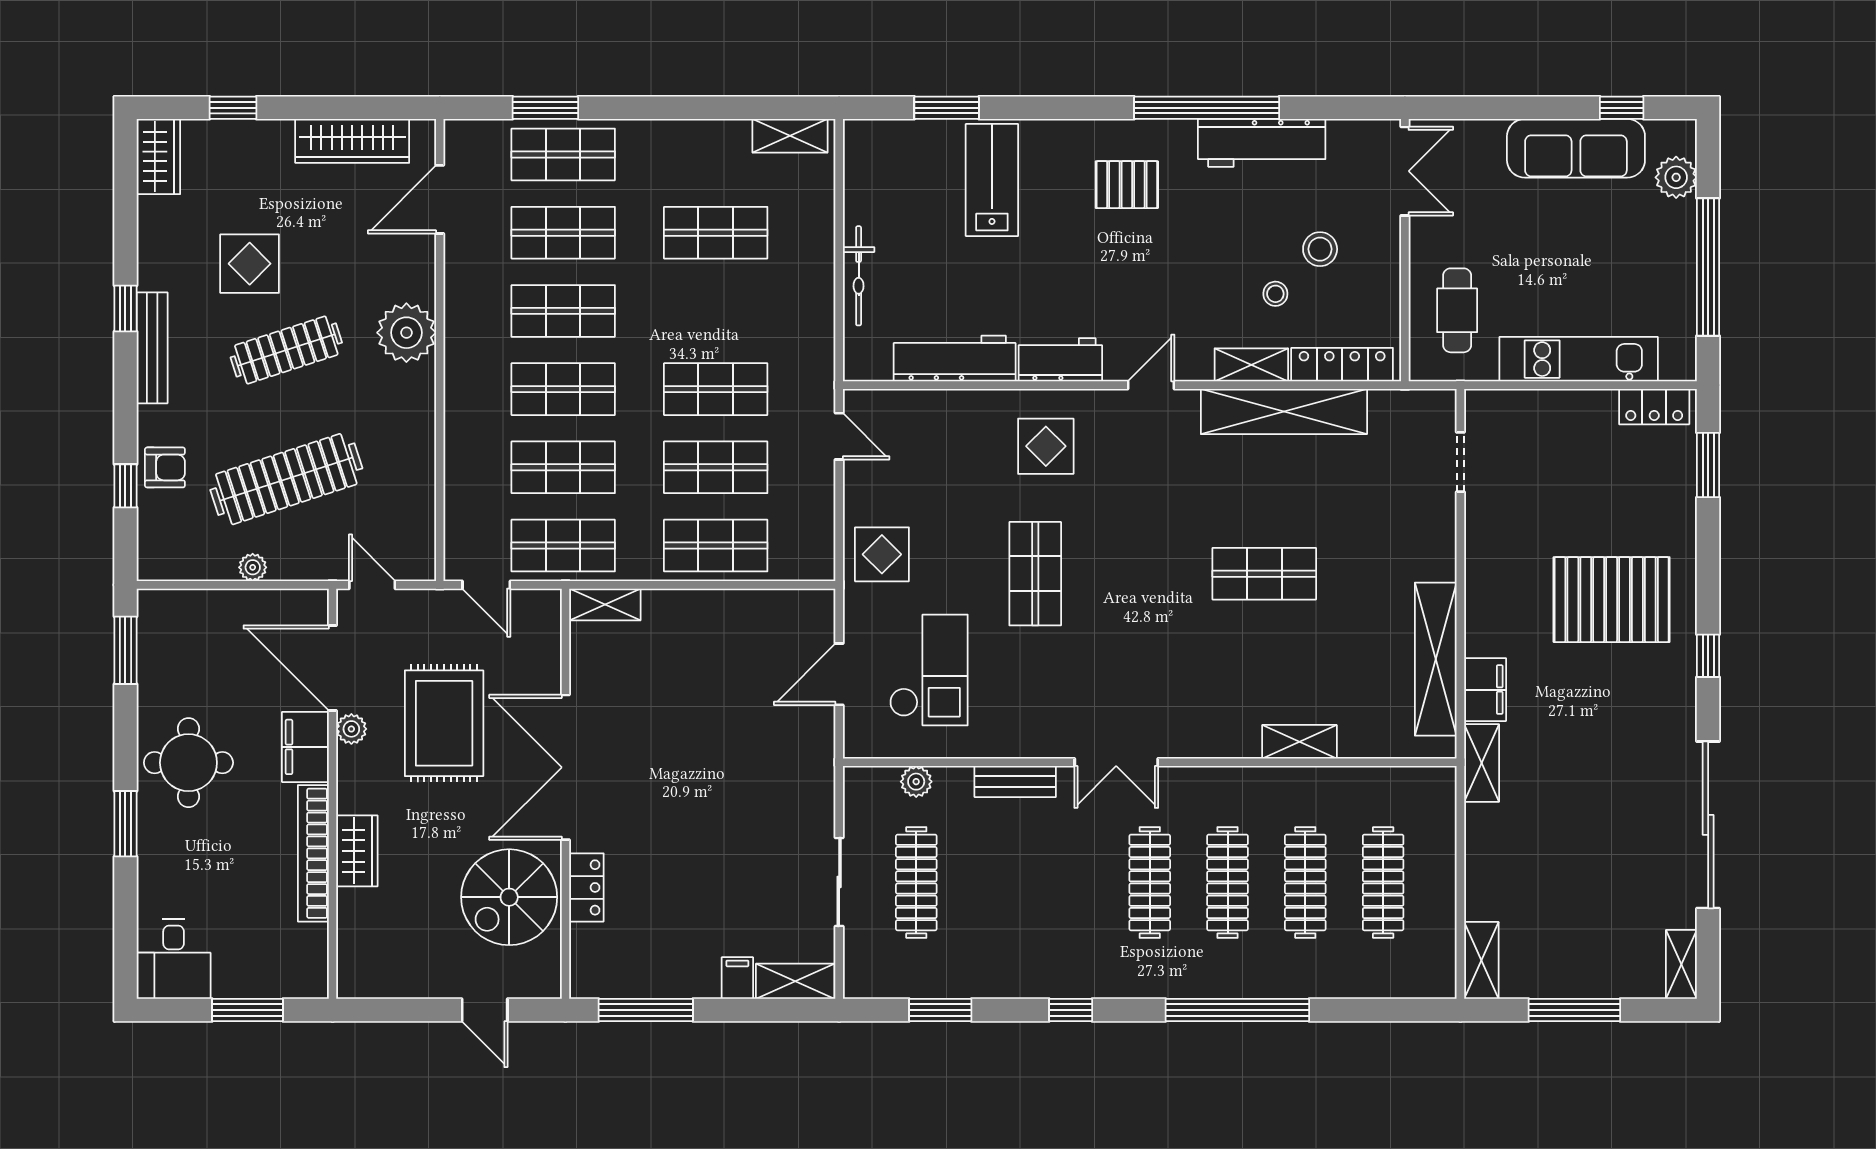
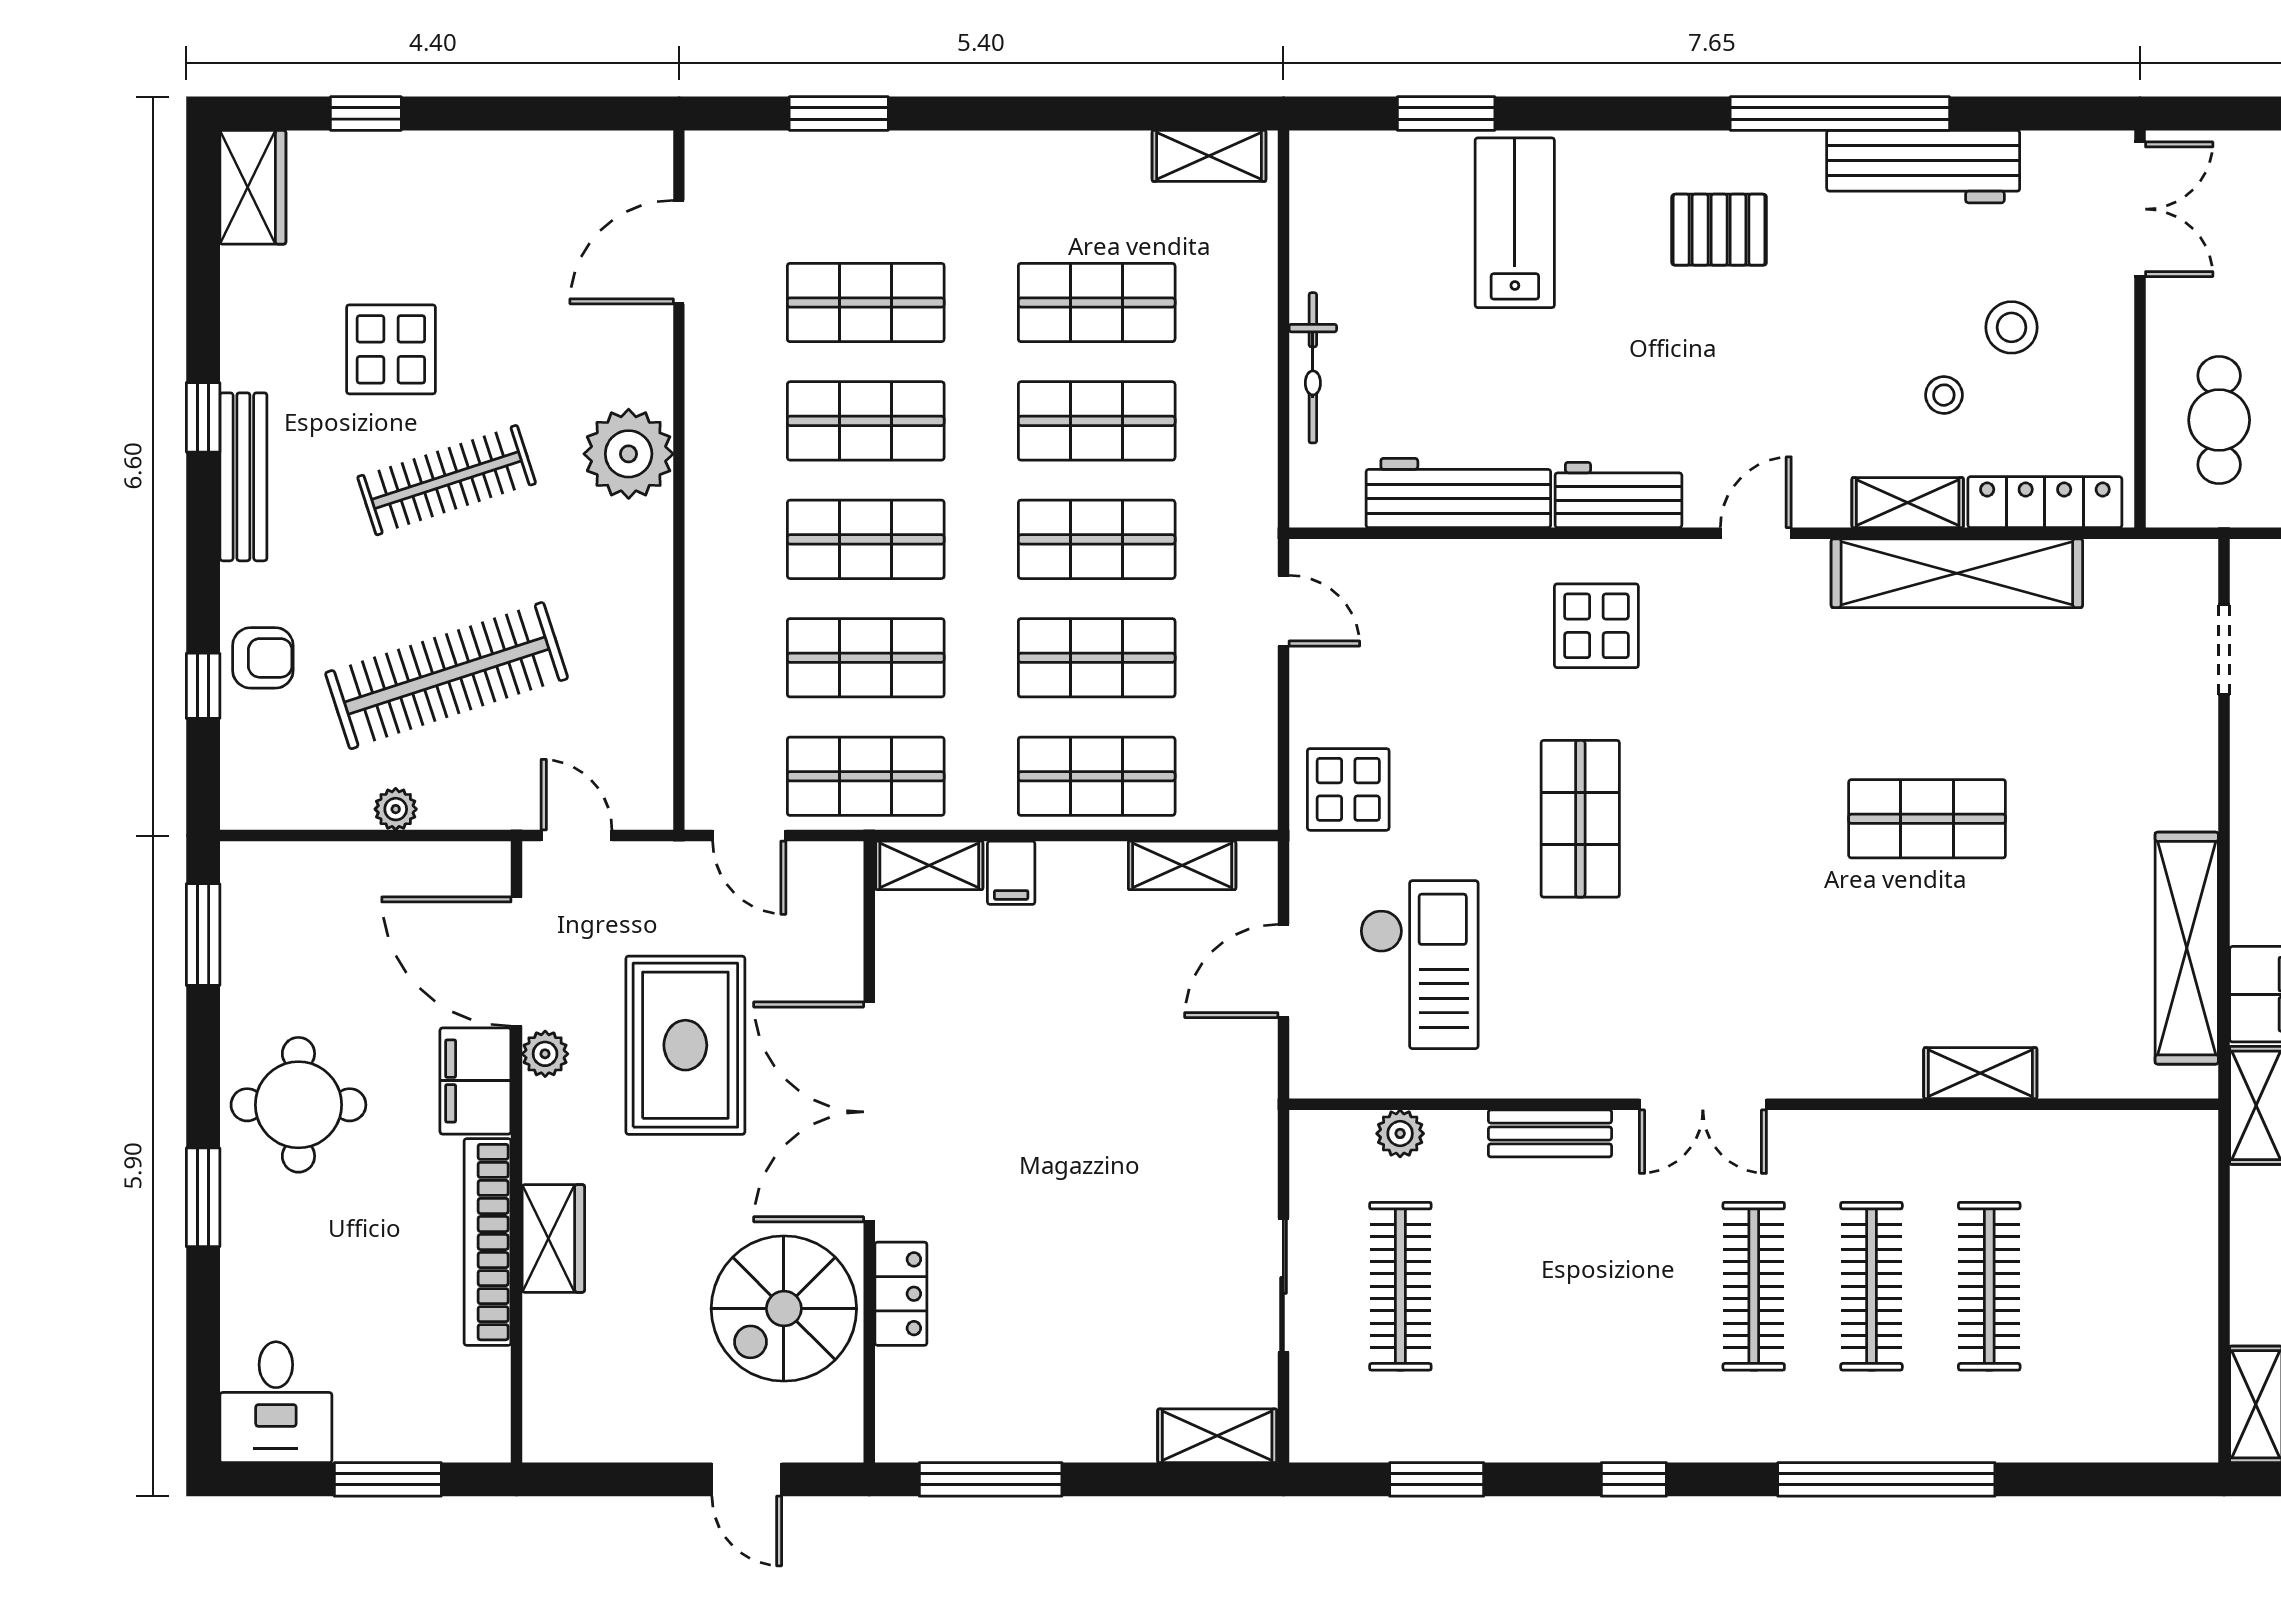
wardrobe: (352, 141) -> (546, 164), removed
shop shelf: (563, 154) -> (1097, 421), moved
shelving: (772, 604) -> (1182, 865), added
clothes rail: (1383, 882) -> (2107, 1286), removed
filing cabinet: (737, 978) -> (1011, 873), moved, turned 180

